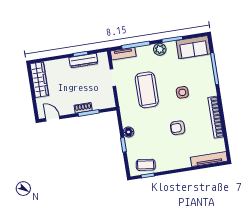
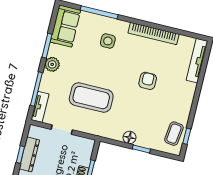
side table: (182, 92) -> (108, 41), moved
armchair: (178, 128) -> (148, 81), turned 180

